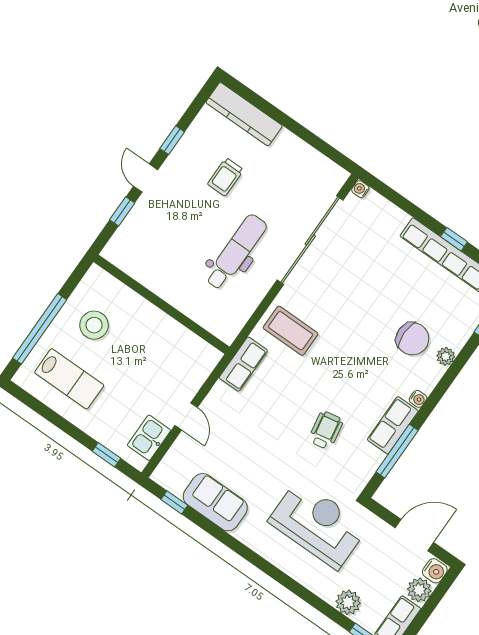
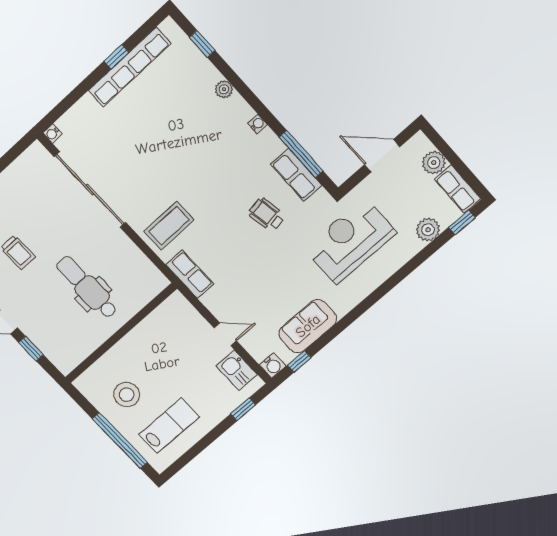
dental chair: (236, 252) -> (87, 287), moved
chair: (412, 339) -> (201, 117), removed
row of seats: (393, 425) -> (296, 175), moved
door: (414, 535) -> (382, 156), hinge flipped
water cooler: (435, 571) -> (273, 365), moved, turned 90

